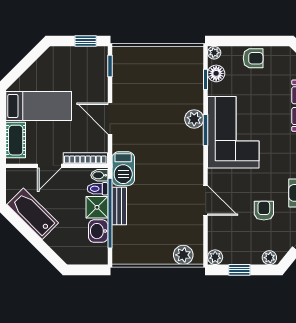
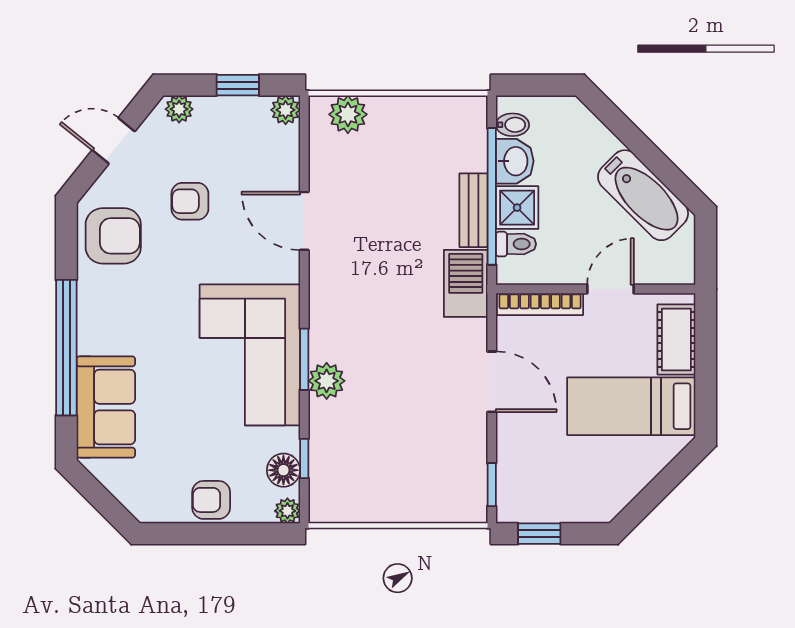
bidet: (99, 175) -> (512, 125), moved
armchair: (264, 211) -> (190, 201), turned 90

